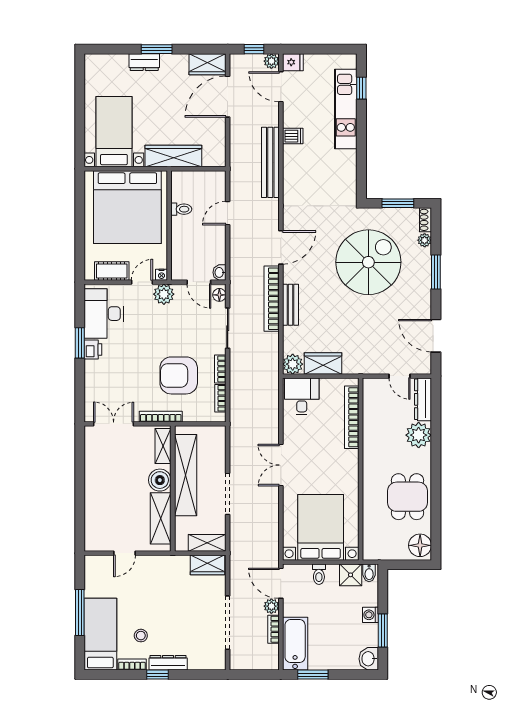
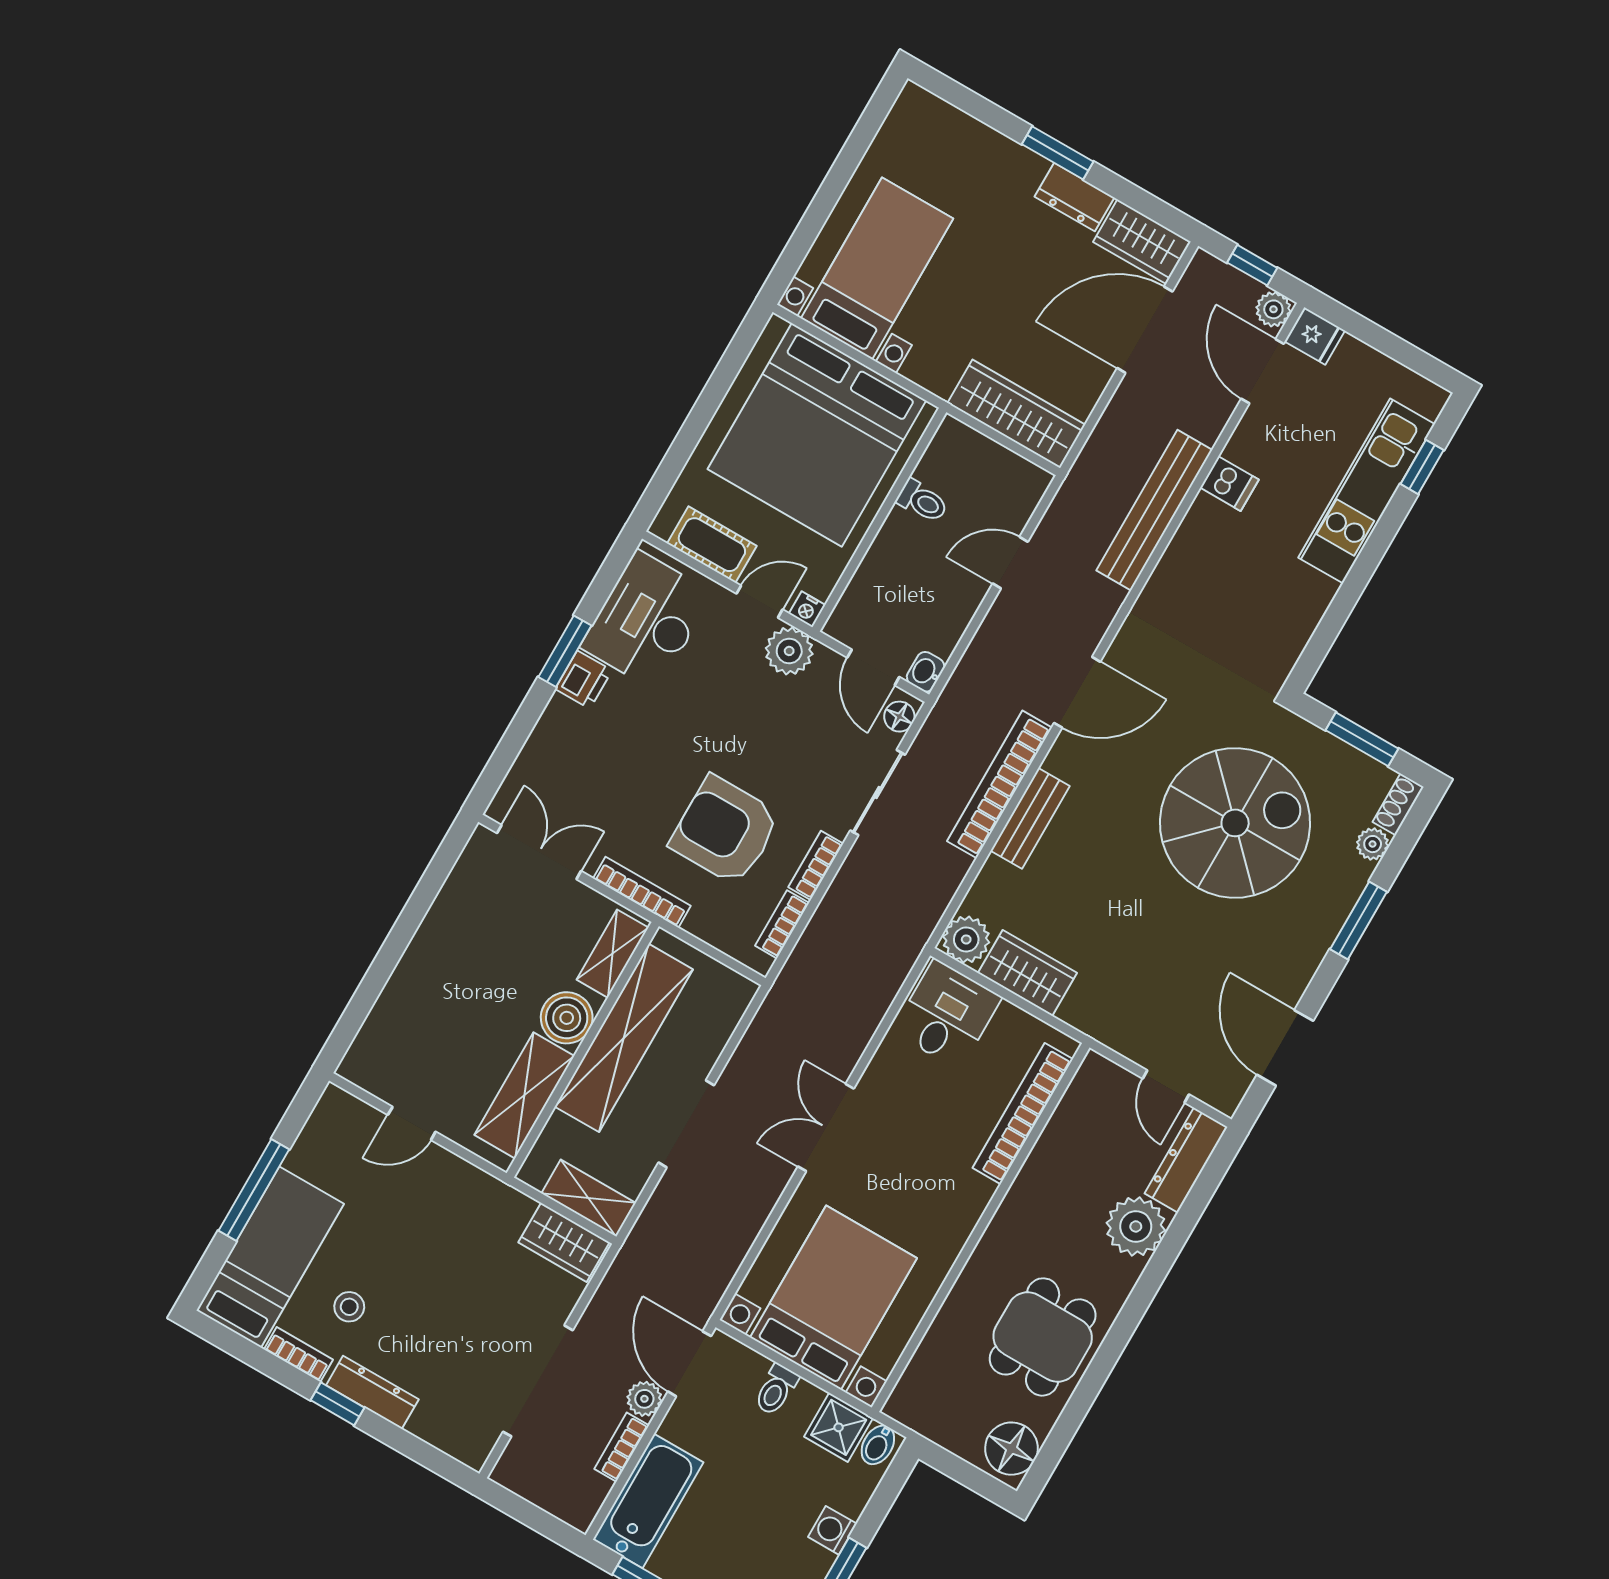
dresser: (144, 62) -> (1075, 197), moved
wardrobe: (173, 156) -> (1016, 414), moved

